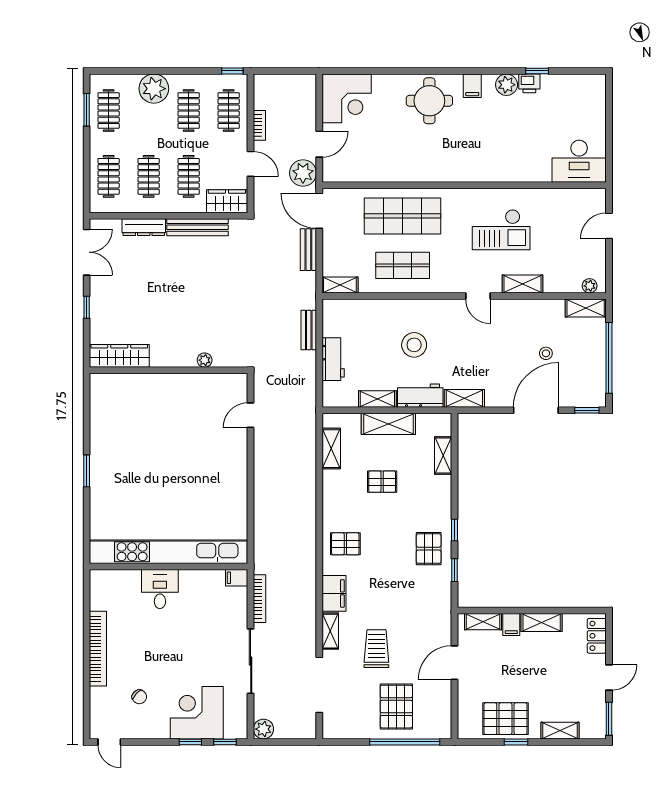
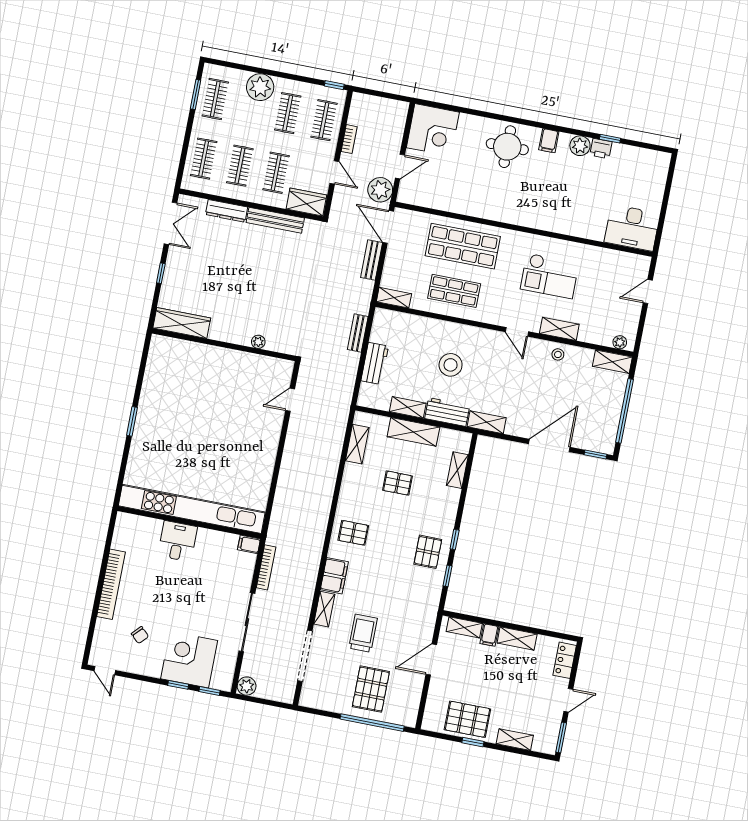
stool: (546, 353) -> (558, 354), moved

